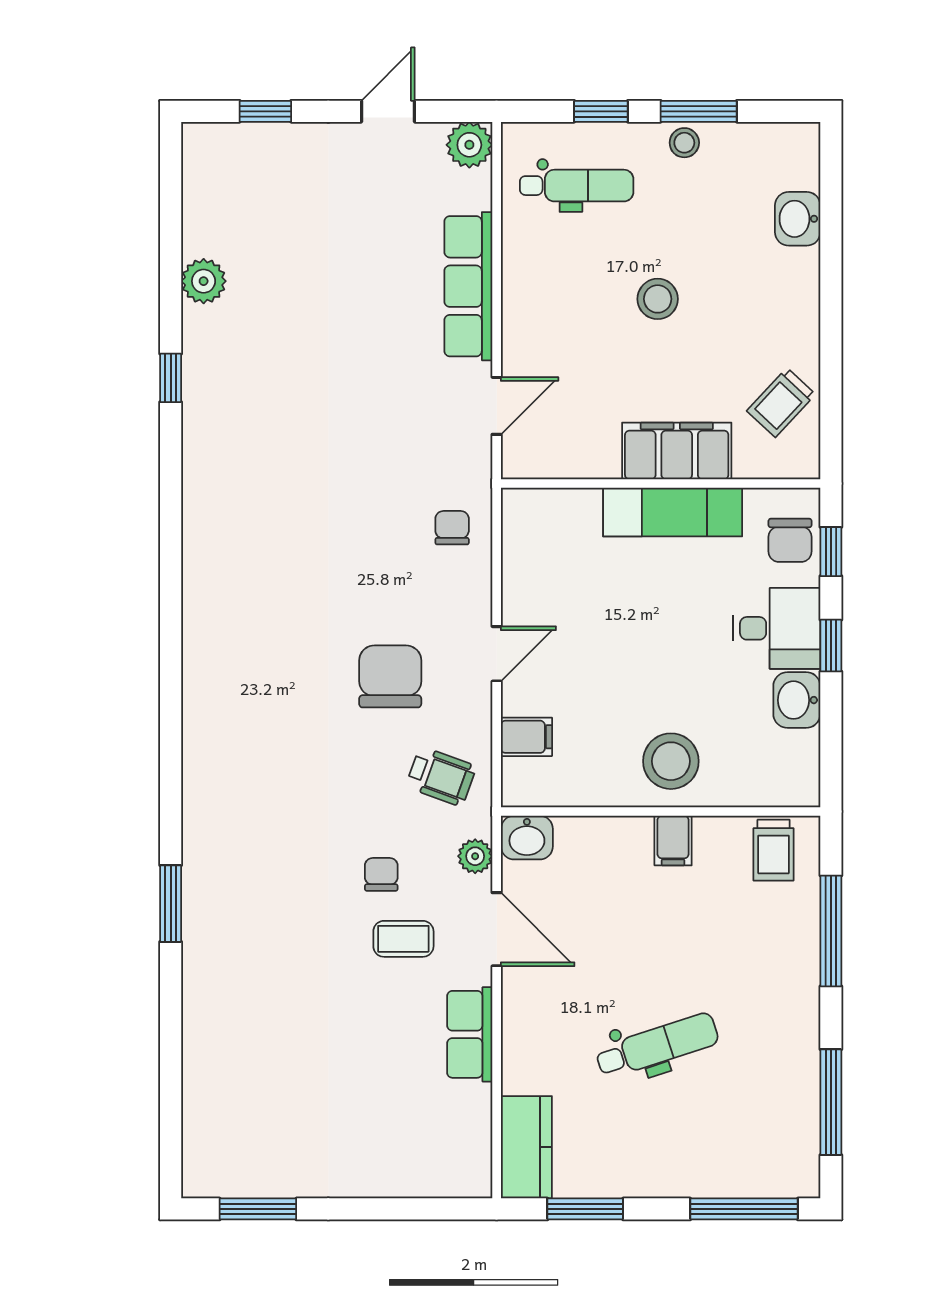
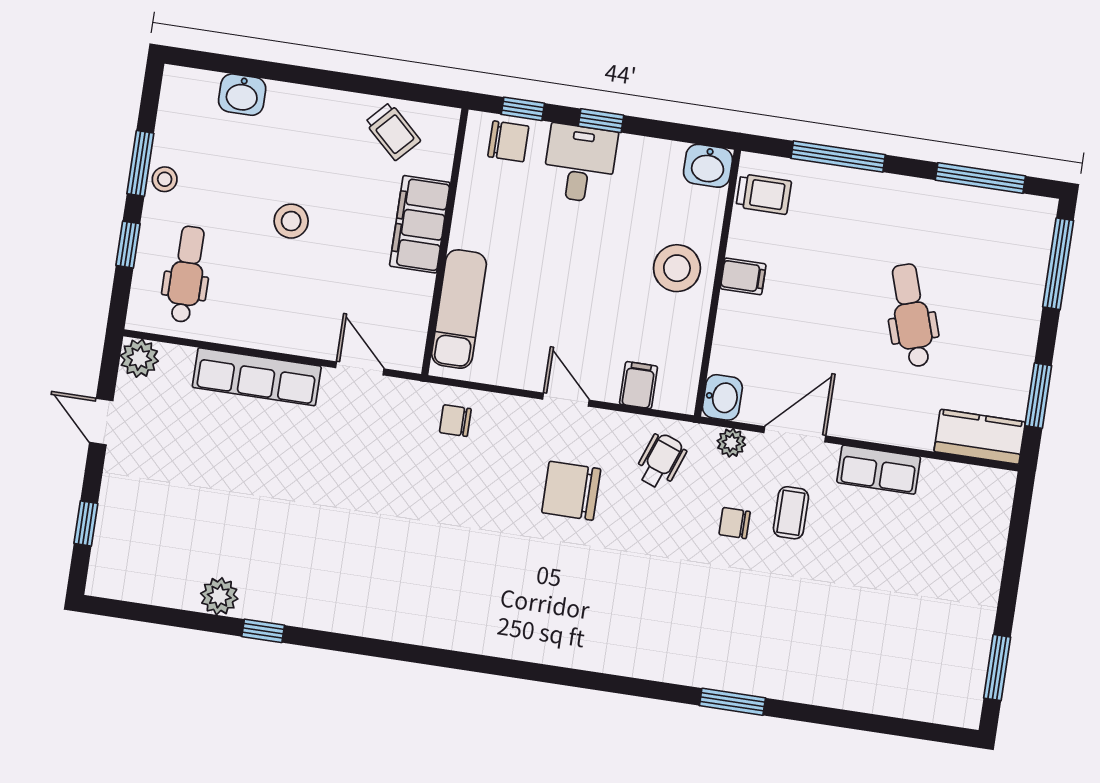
window: (171, 378) -> (263, 631), moved
exam couch: (673, 512) -> (459, 309), moved
washbasin: (797, 700) -> (708, 166), moved

